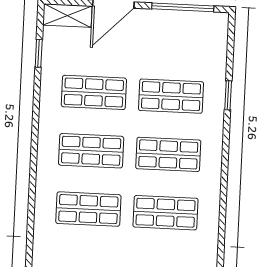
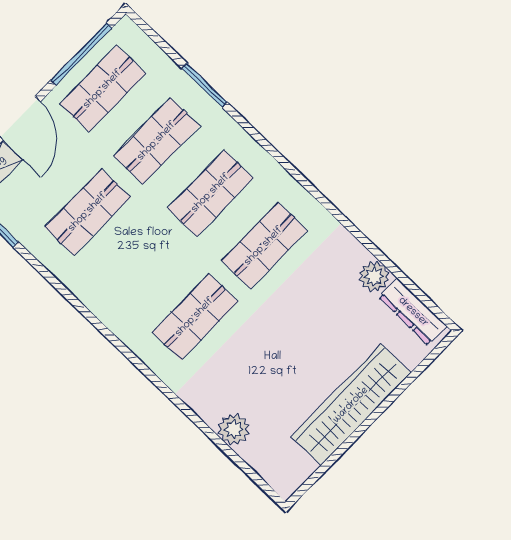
window: (228, 95) -> (205, 85), width x1.50
shop shelf: (91, 151) -> (103, 89), moved

